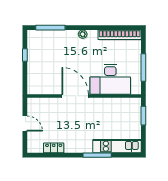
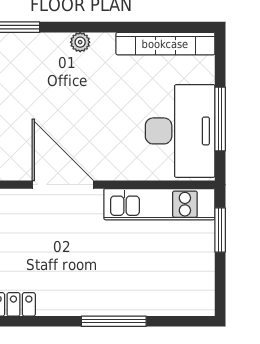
desk: (110, 79) -> (180, 131), moved, turned -90
kitchen unit: (117, 146) -> (159, 204), moved, turned 180

